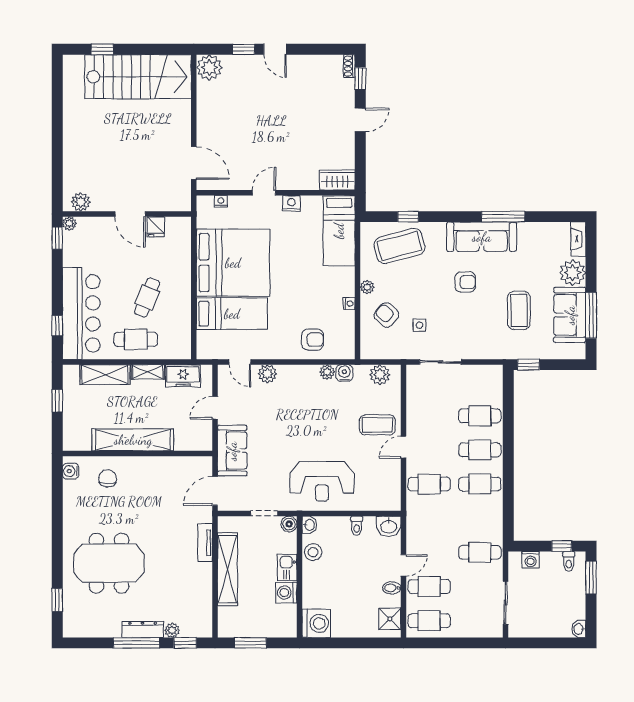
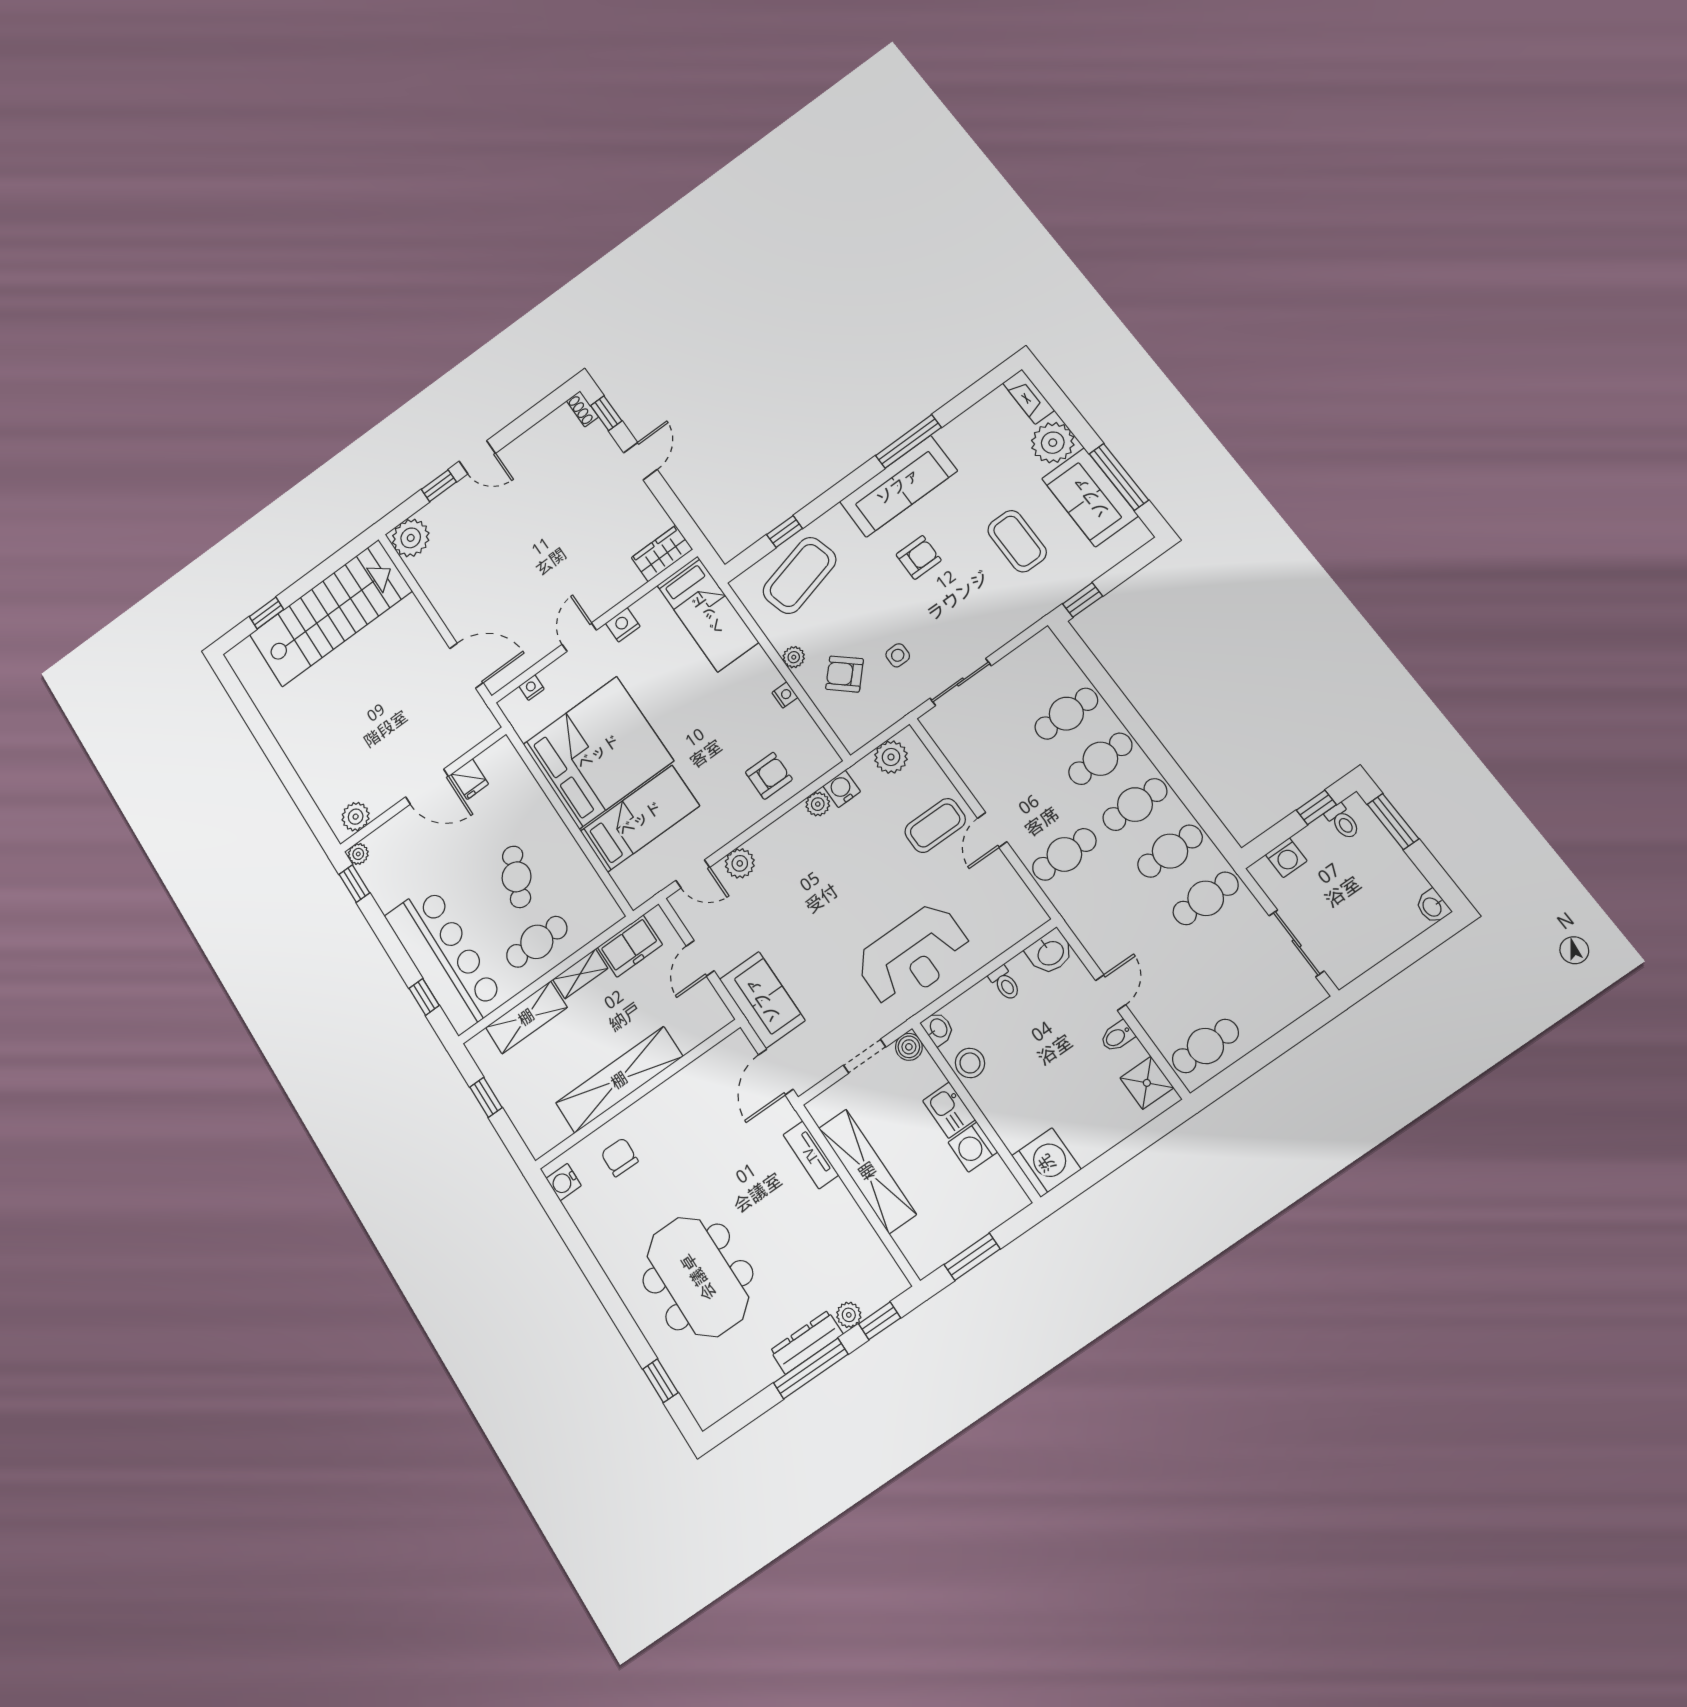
meeting table: (109, 563) -> (698, 1277), turned 90
cafe table: (429, 586) -> (1170, 851), moved

